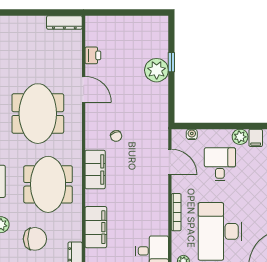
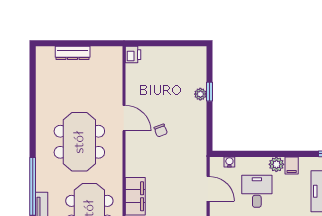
dresser: (64, 22) -> (73, 53), moved
printer: (93, 55) -> (133, 55), moved
plant: (157, 70) -> (200, 94), width x0.53, depth x0.53
chair: (116, 136) -> (161, 130), moved

